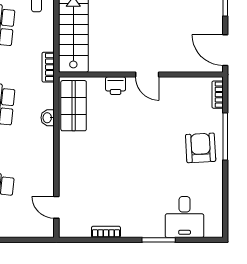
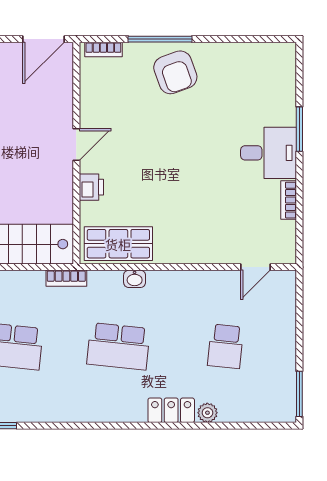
armchair: (201, 148) -> (175, 72), turned -107
desk: (185, 217) -> (269, 153), moved

